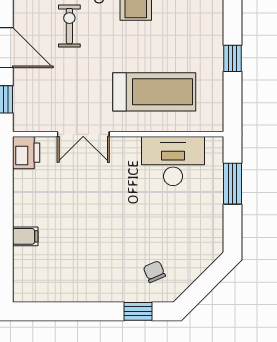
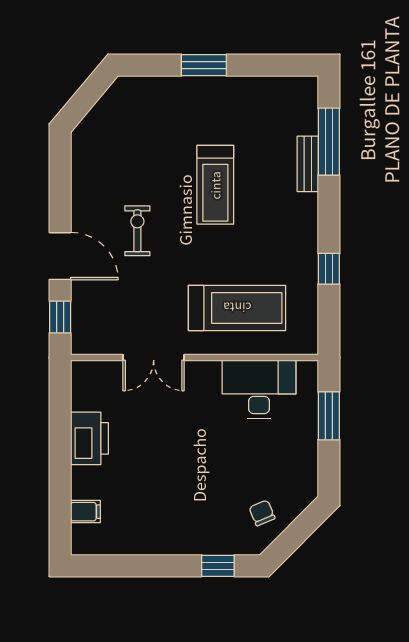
printer: (26, 153) -> (89, 438), moved, width x1.37, depth x1.19
filing cabinet: (25, 236) -> (85, 512), moved
chair: (154, 272) -> (262, 513), moved

